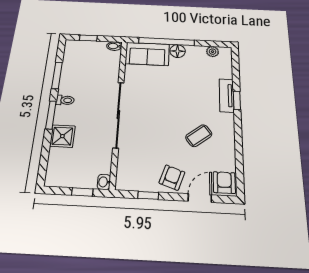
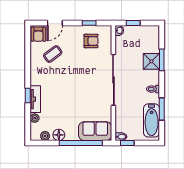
window: (88, 38) -> (127, 143), moved
floor lamp: (178, 51) -> (59, 135), moved
bathtub: (72, 63) -> (152, 120), added
plant: (227, 73) -> (35, 118), added
window: (51, 115) -> (162, 60), moved
coffee table: (199, 136) -> (53, 54), moved
armchair: (172, 178) -> (91, 41), moved, turned -109

